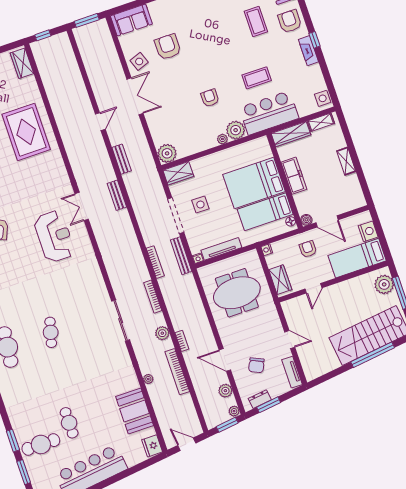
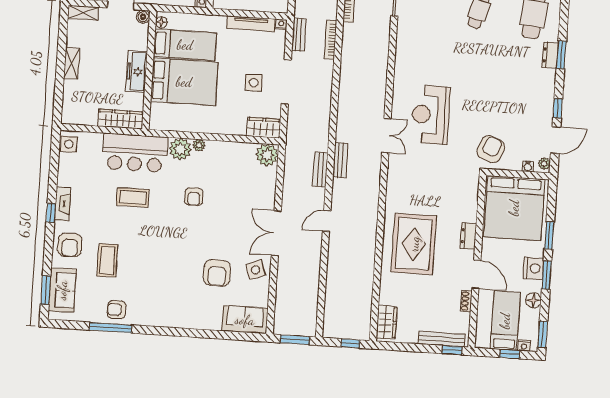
shelving: (321, 122) -> (83, 13), moved
bench: (117, 195) -> (340, 160), moved
bench: (181, 256) -> (299, 35), width x0.73

